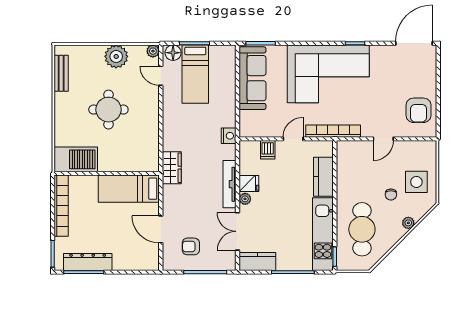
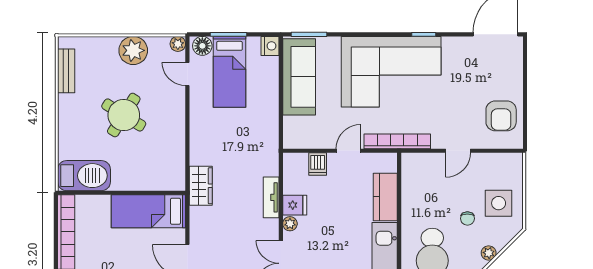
round table: (108, 110) -> (124, 115), turned 32
nightstand: (229, 136) -> (270, 46), moved
tv unit: (230, 184) -> (271, 197), width x0.71

